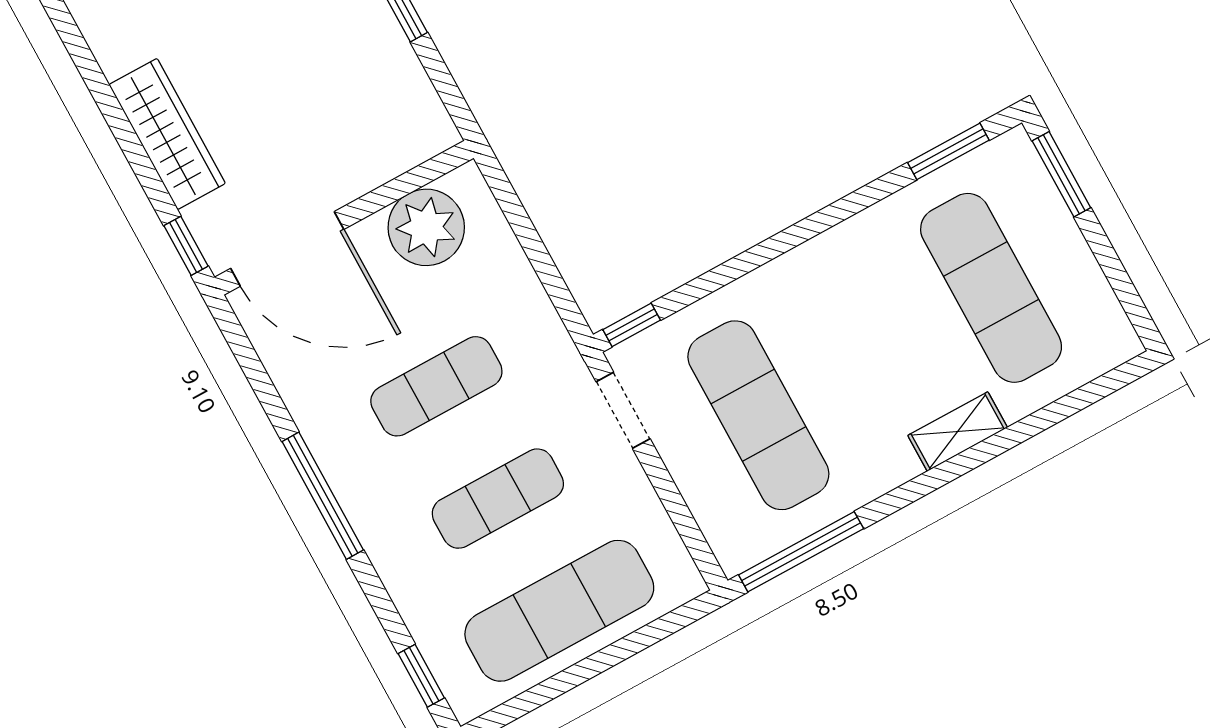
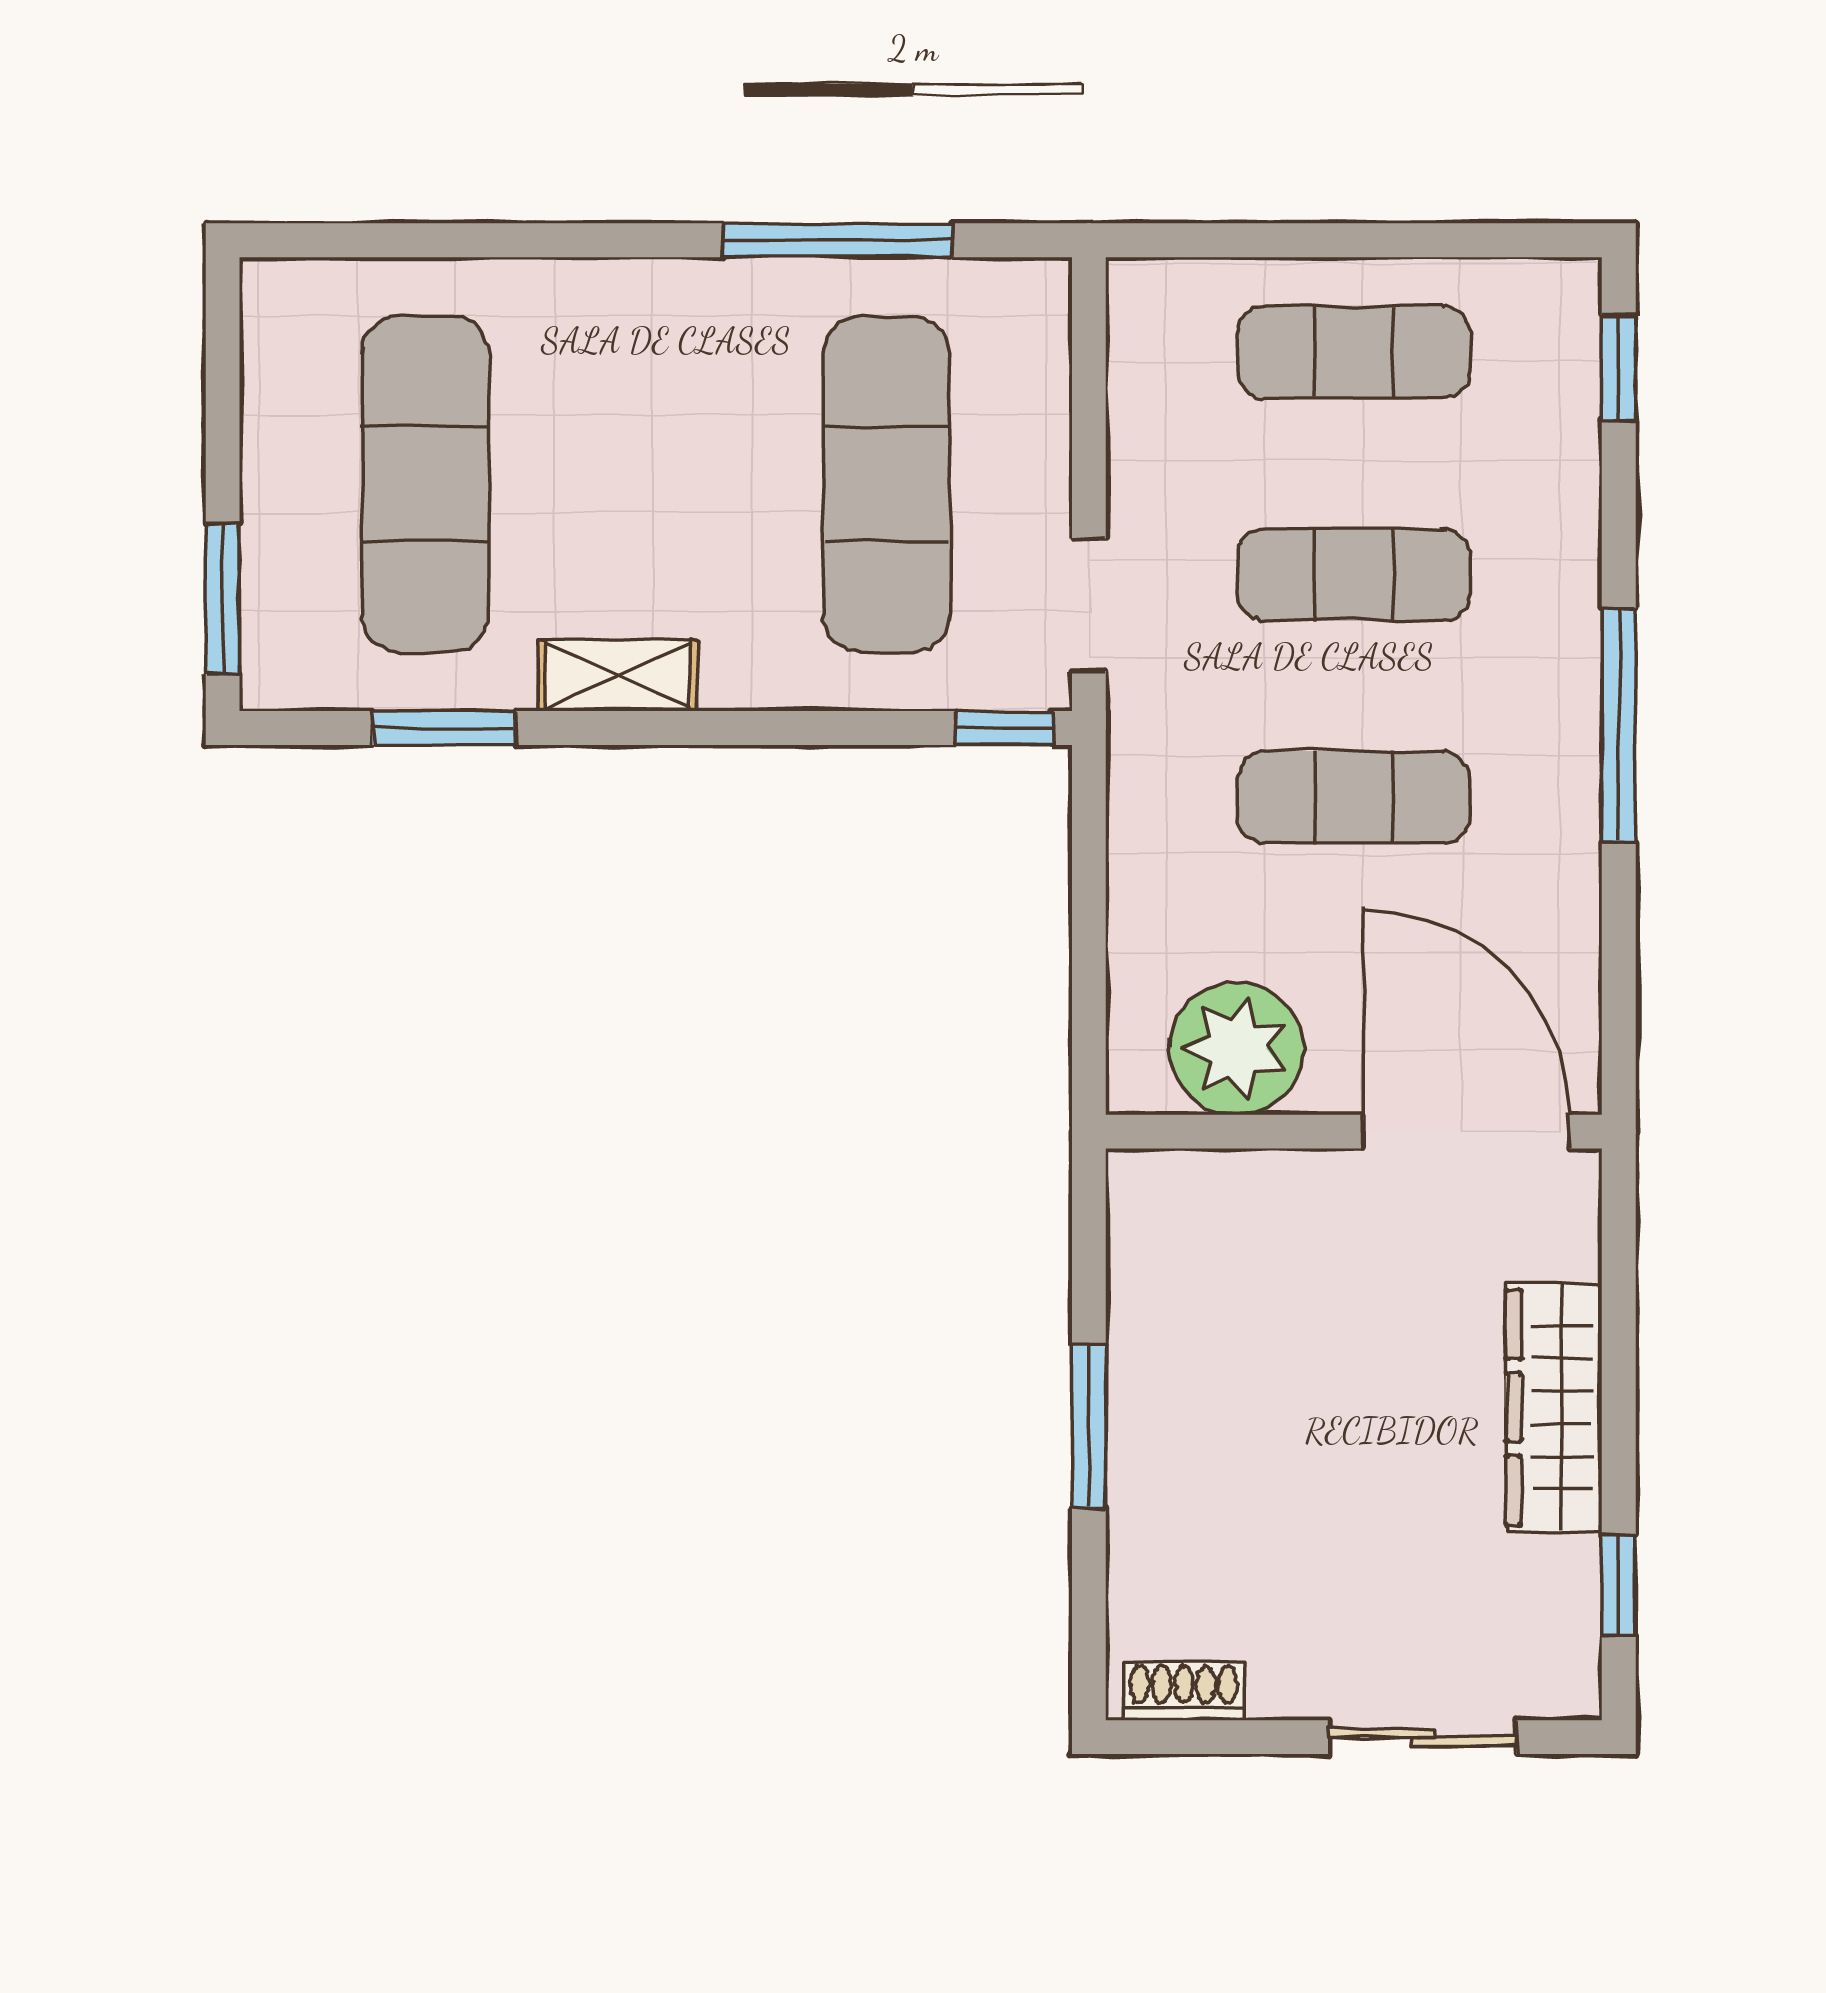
window: (948, 151) -> (444, 728), moved
window: (186, 246) -> (1619, 1586), moved
shelving: (958, 432) -> (617, 675), moved
window: (801, 552) -> (838, 240), moved
exercise mat: (559, 611) -> (1354, 352), width x0.73, depth x0.69

